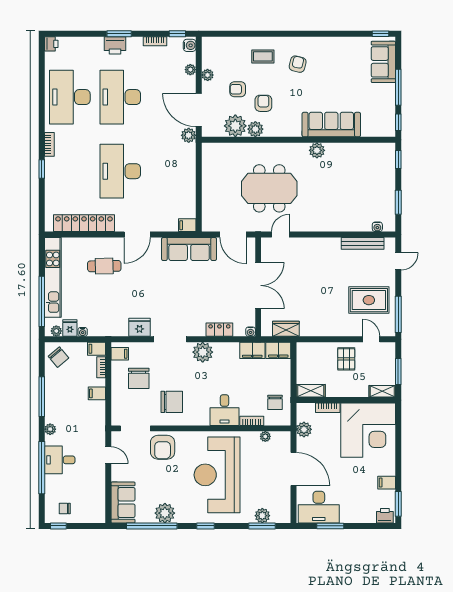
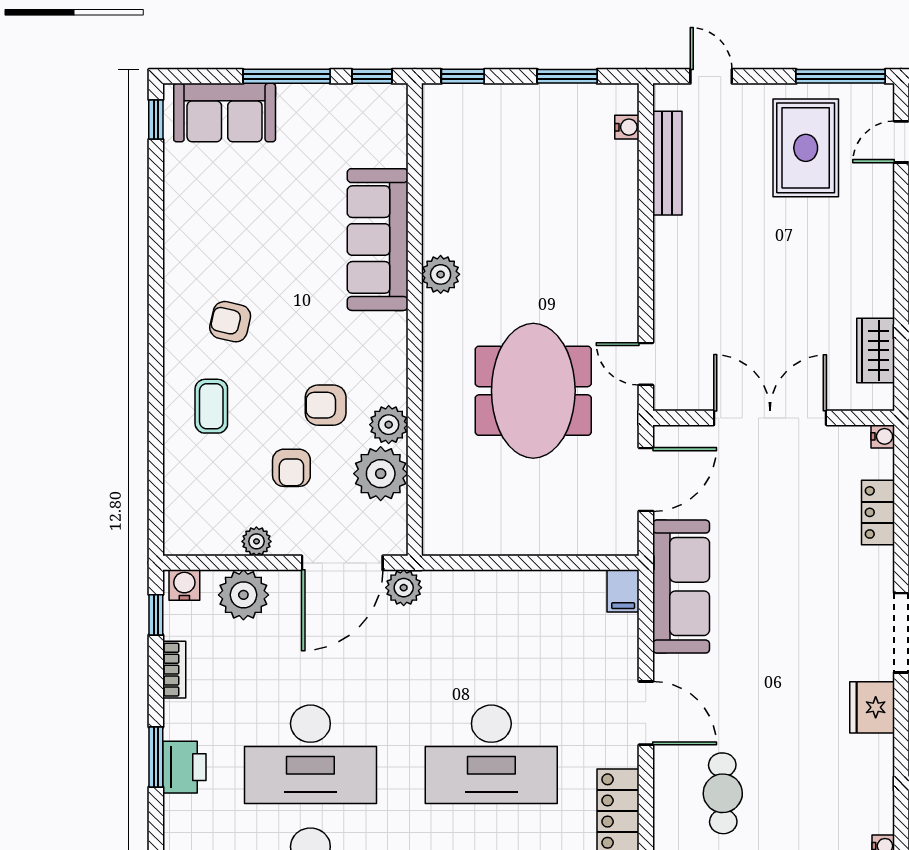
plant: (190, 70) -> (243, 595), width x1.88, depth x1.88

